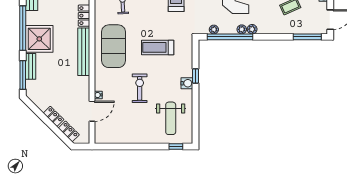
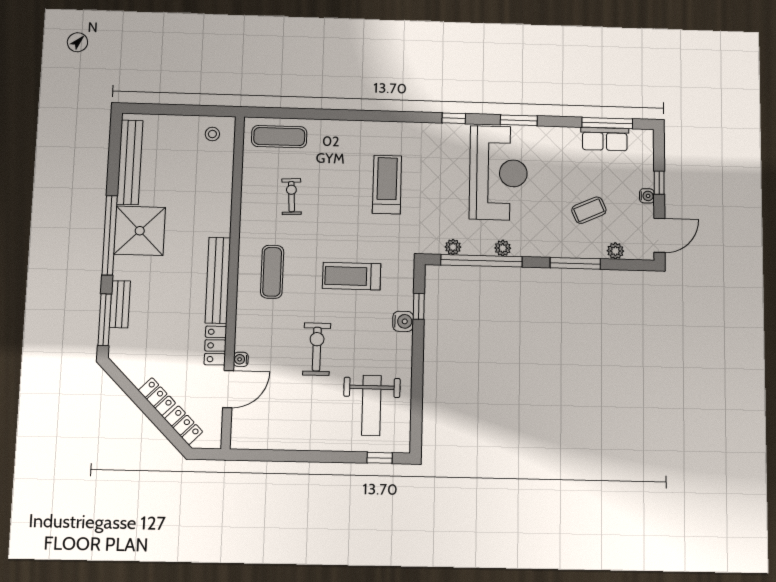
locker: (84, 16) -> (215, 346), moved
plant: (252, 29) -> (615, 251), moved
window: (307, 37) -> (575, 263), moved
shower: (39, 39) -> (140, 231), moved
exercise mat: (113, 46) -> (272, 272), width x0.50, depth x0.69
window: (195, 76) -> (419, 306), moved
water cooler: (187, 83) -> (403, 321), moved

